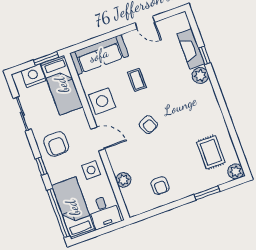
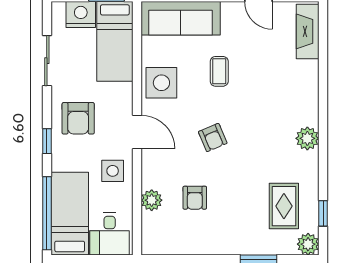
fireplace: (191, 49) -> (308, 31), moved
window: (204, 55) -> (323, 213), moved
plant: (200, 76) -> (307, 138), moved
armchair: (160, 186) -> (195, 198), moved

